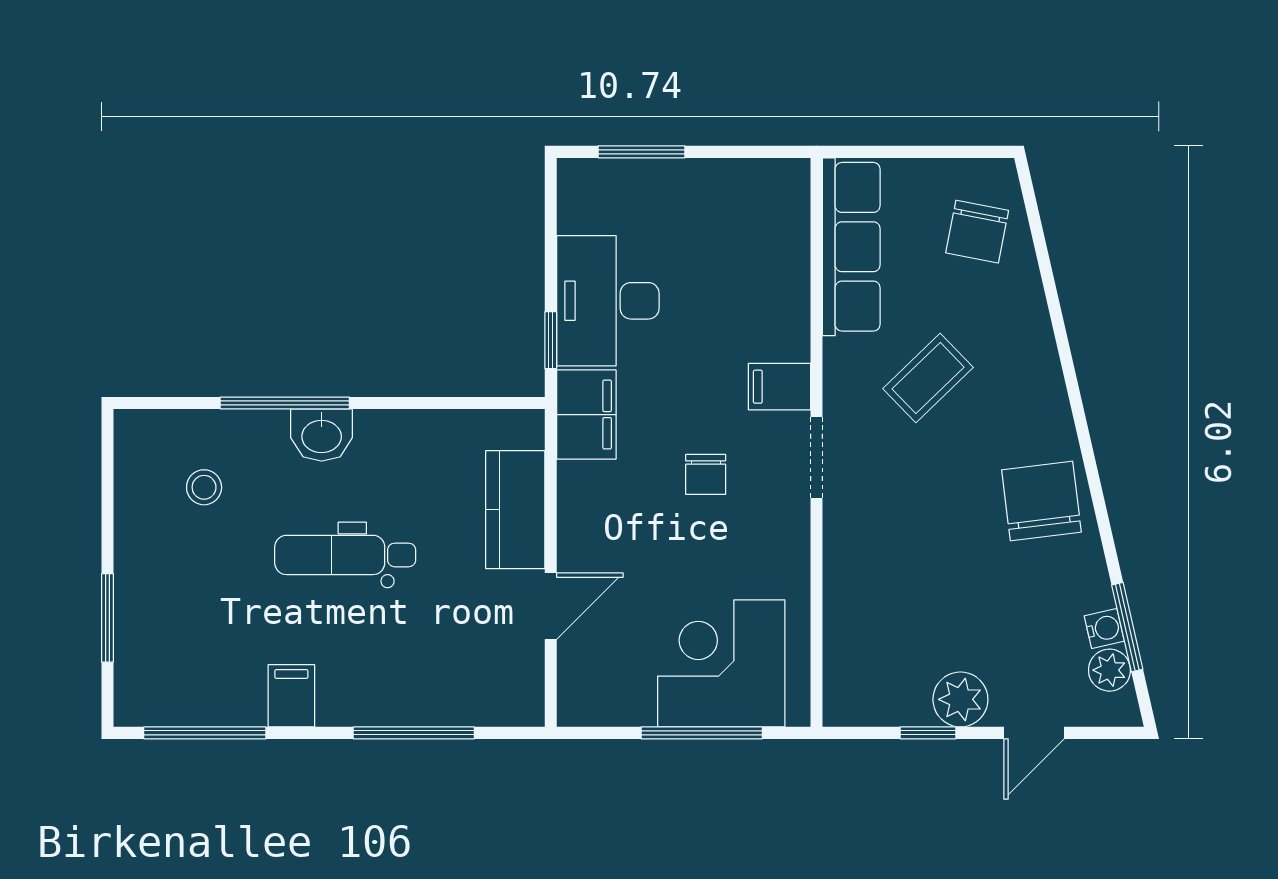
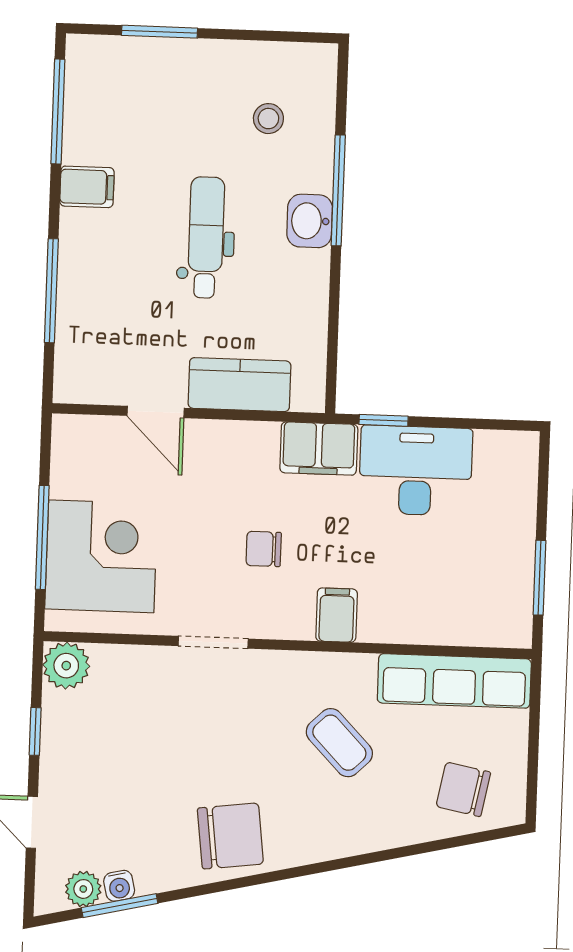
window: (641, 152) -> (540, 578), moved
doorway: (817, 458) -> (213, 642), moved
plant: (960, 699) -> (66, 666), moved

